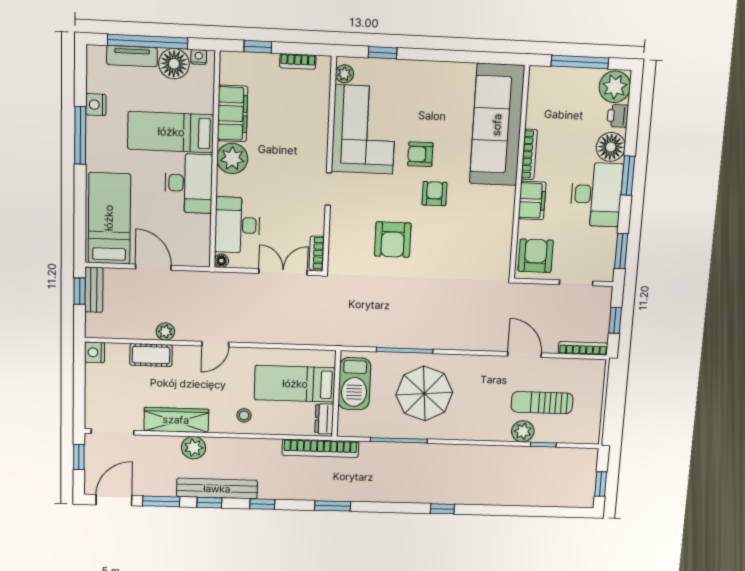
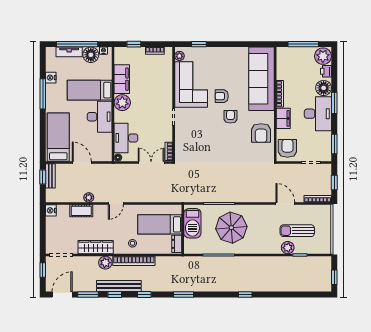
armchair: (393, 240) -> (261, 133), moved
bookcase: (320, 448) -> (134, 261), moved

